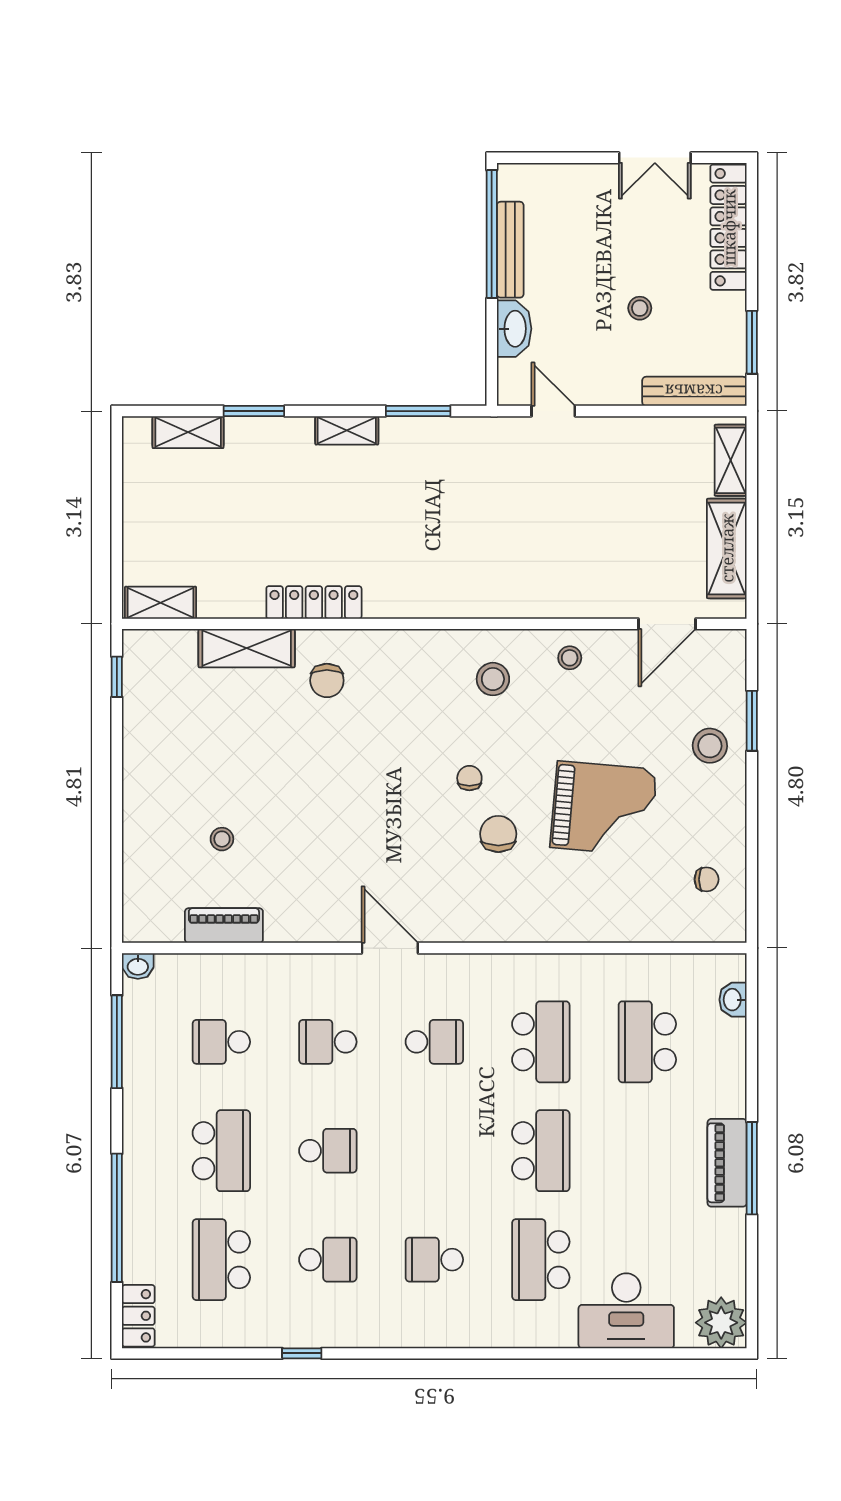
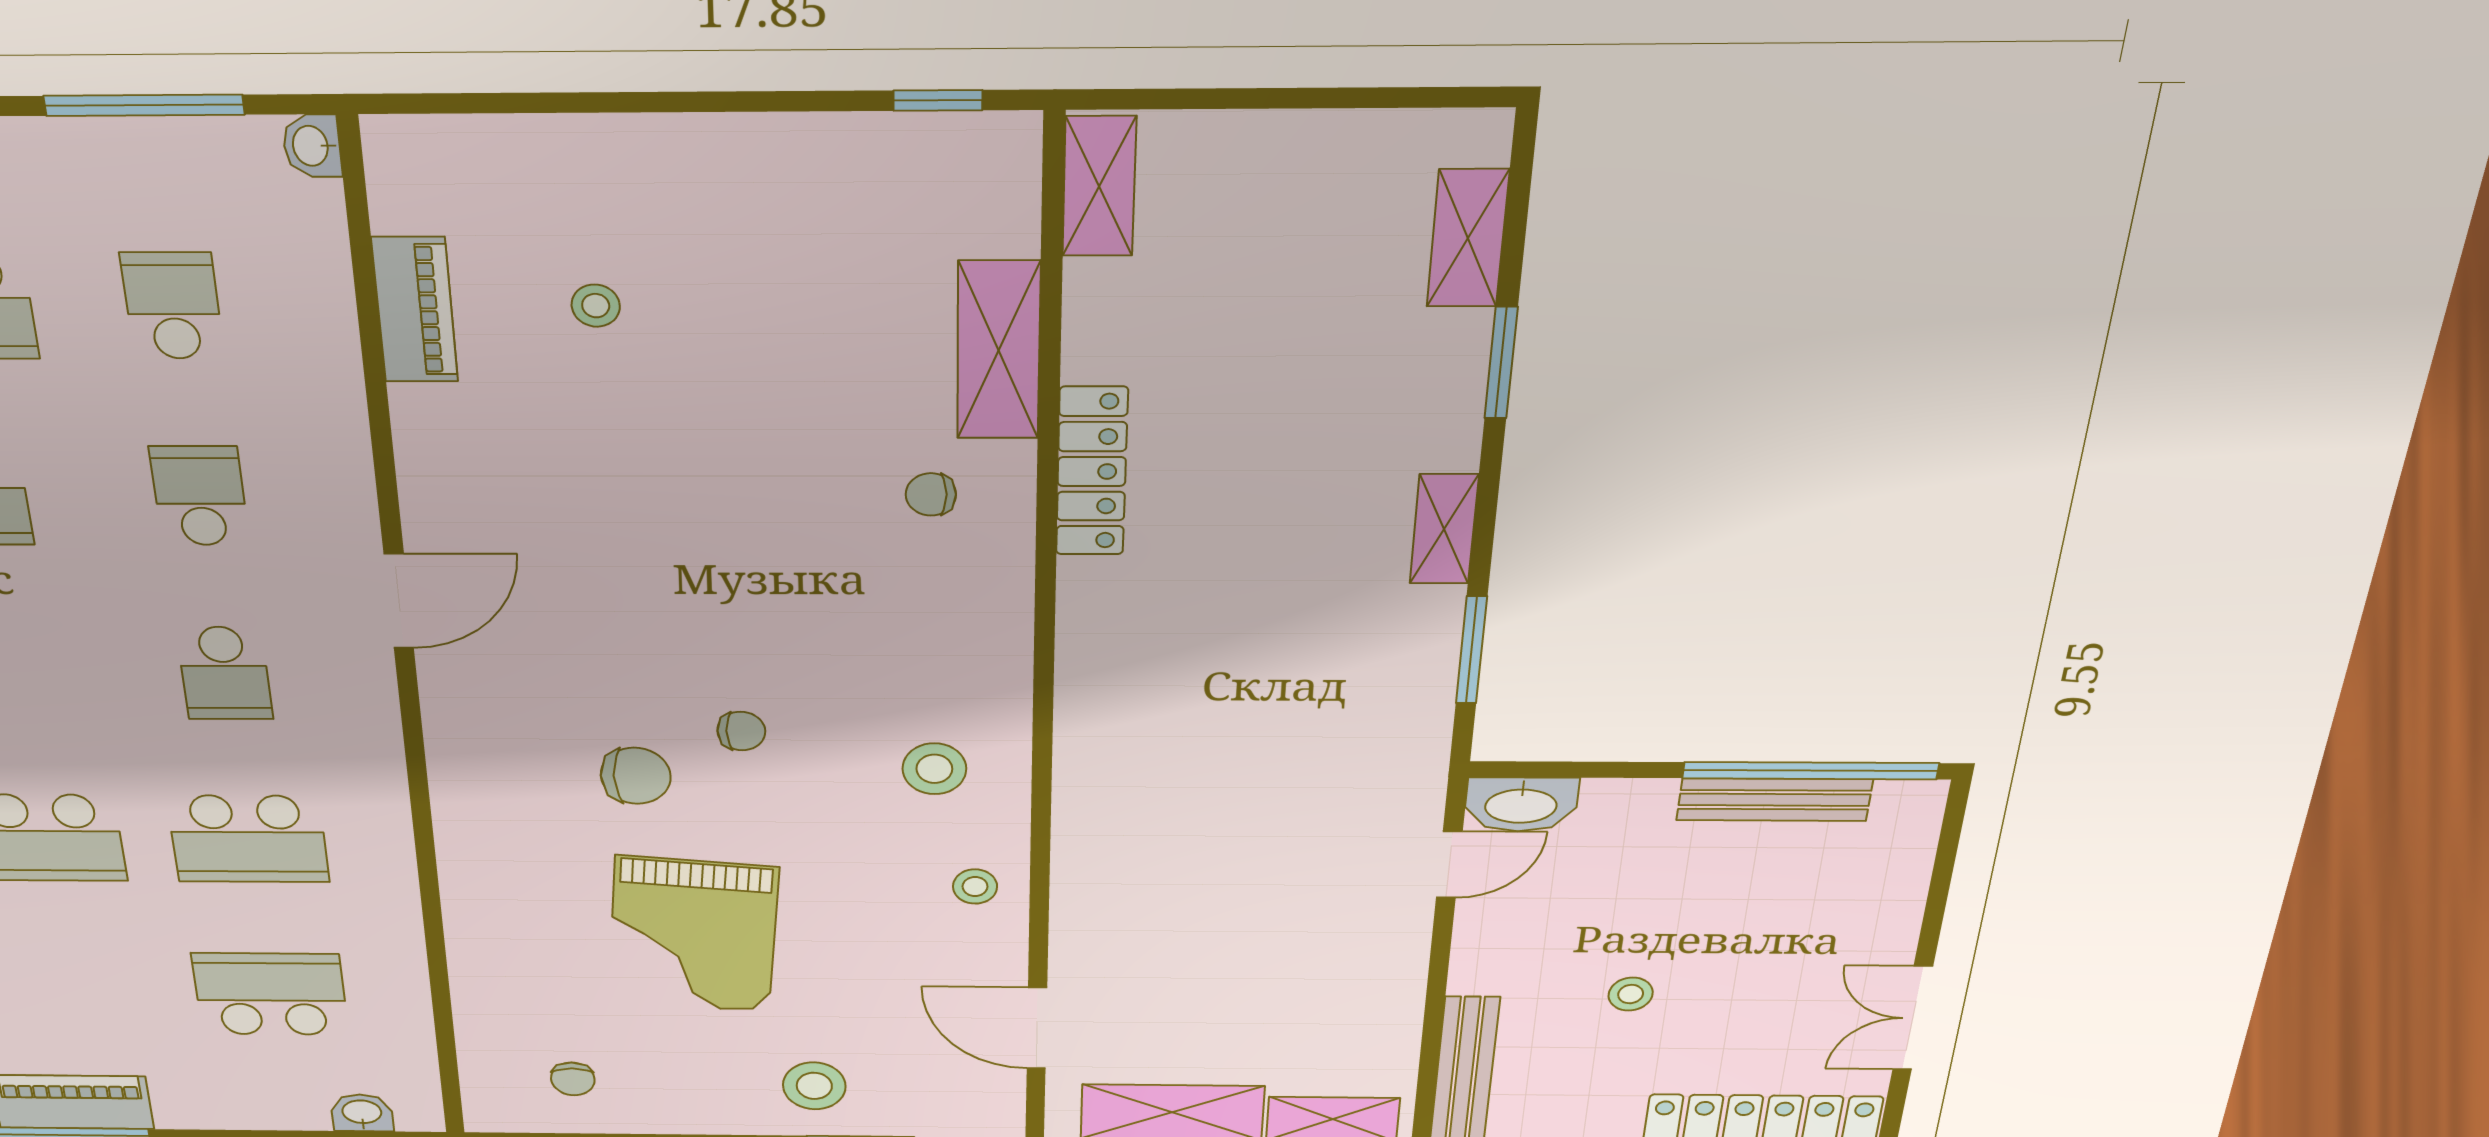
washbasin: (514, 329) -> (1521, 805), moved
chair: (327, 680) -> (931, 494), width x0.73, depth x0.73

